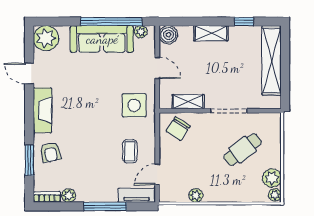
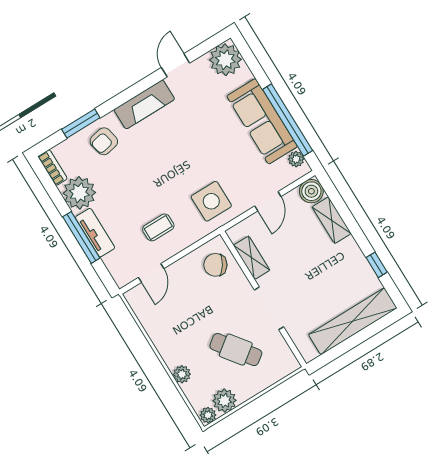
shelving: (211, 33) -> (332, 220), moved
door: (157, 175) -> (151, 273), swing flipped
tv unit: (137, 195) -> (95, 233), moved
plant: (69, 196) -> (79, 193), width x1.87, depth x1.87
plant: (196, 196) -> (182, 374), moved

